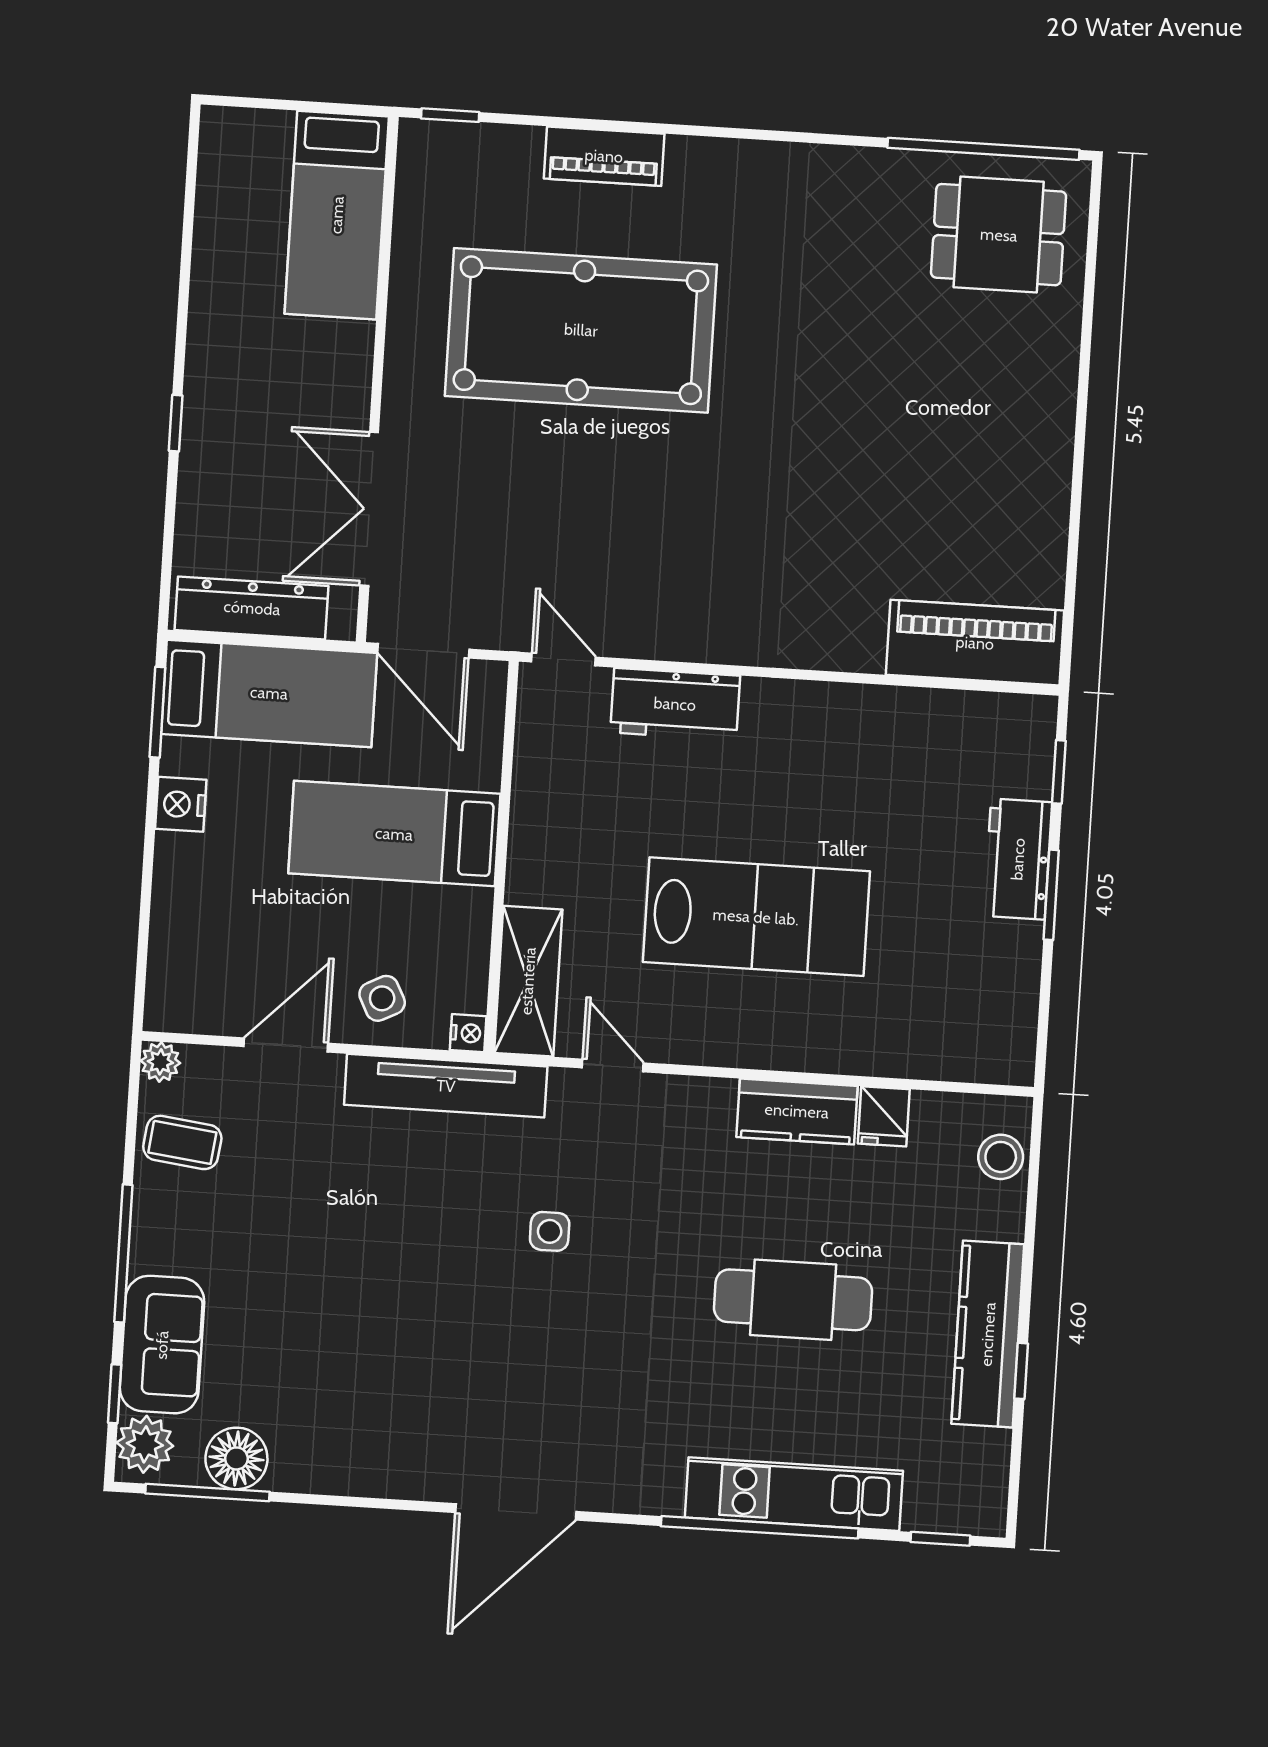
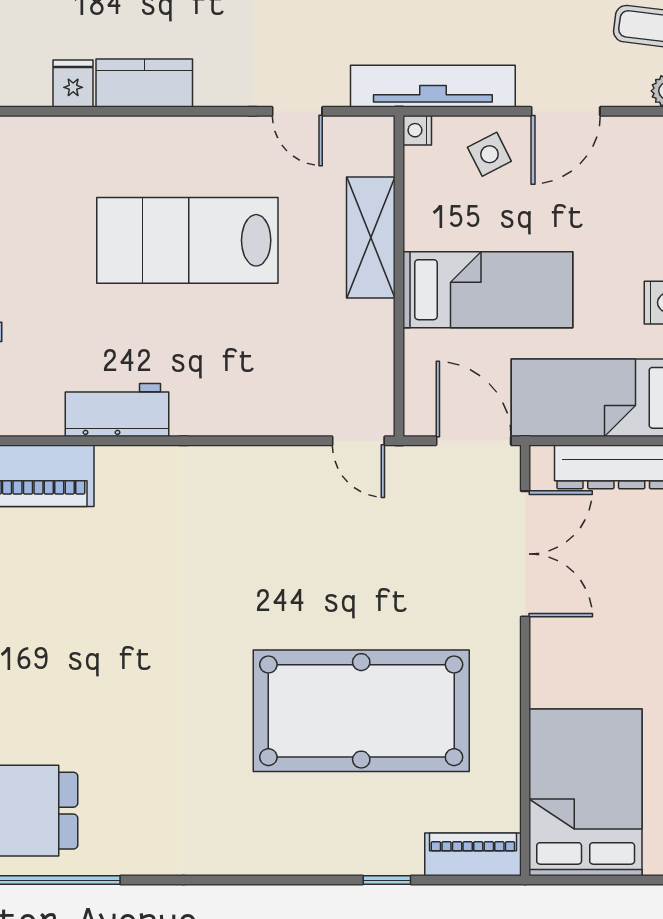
window: (450, 115) -> (387, 880), moved
piano: (604, 156) -> (473, 854), moved
bed: (337, 215) -> (586, 792), width x1.50
workbench: (675, 704) -> (117, 410), moved
shelving: (528, 981) -> (371, 238), moved

